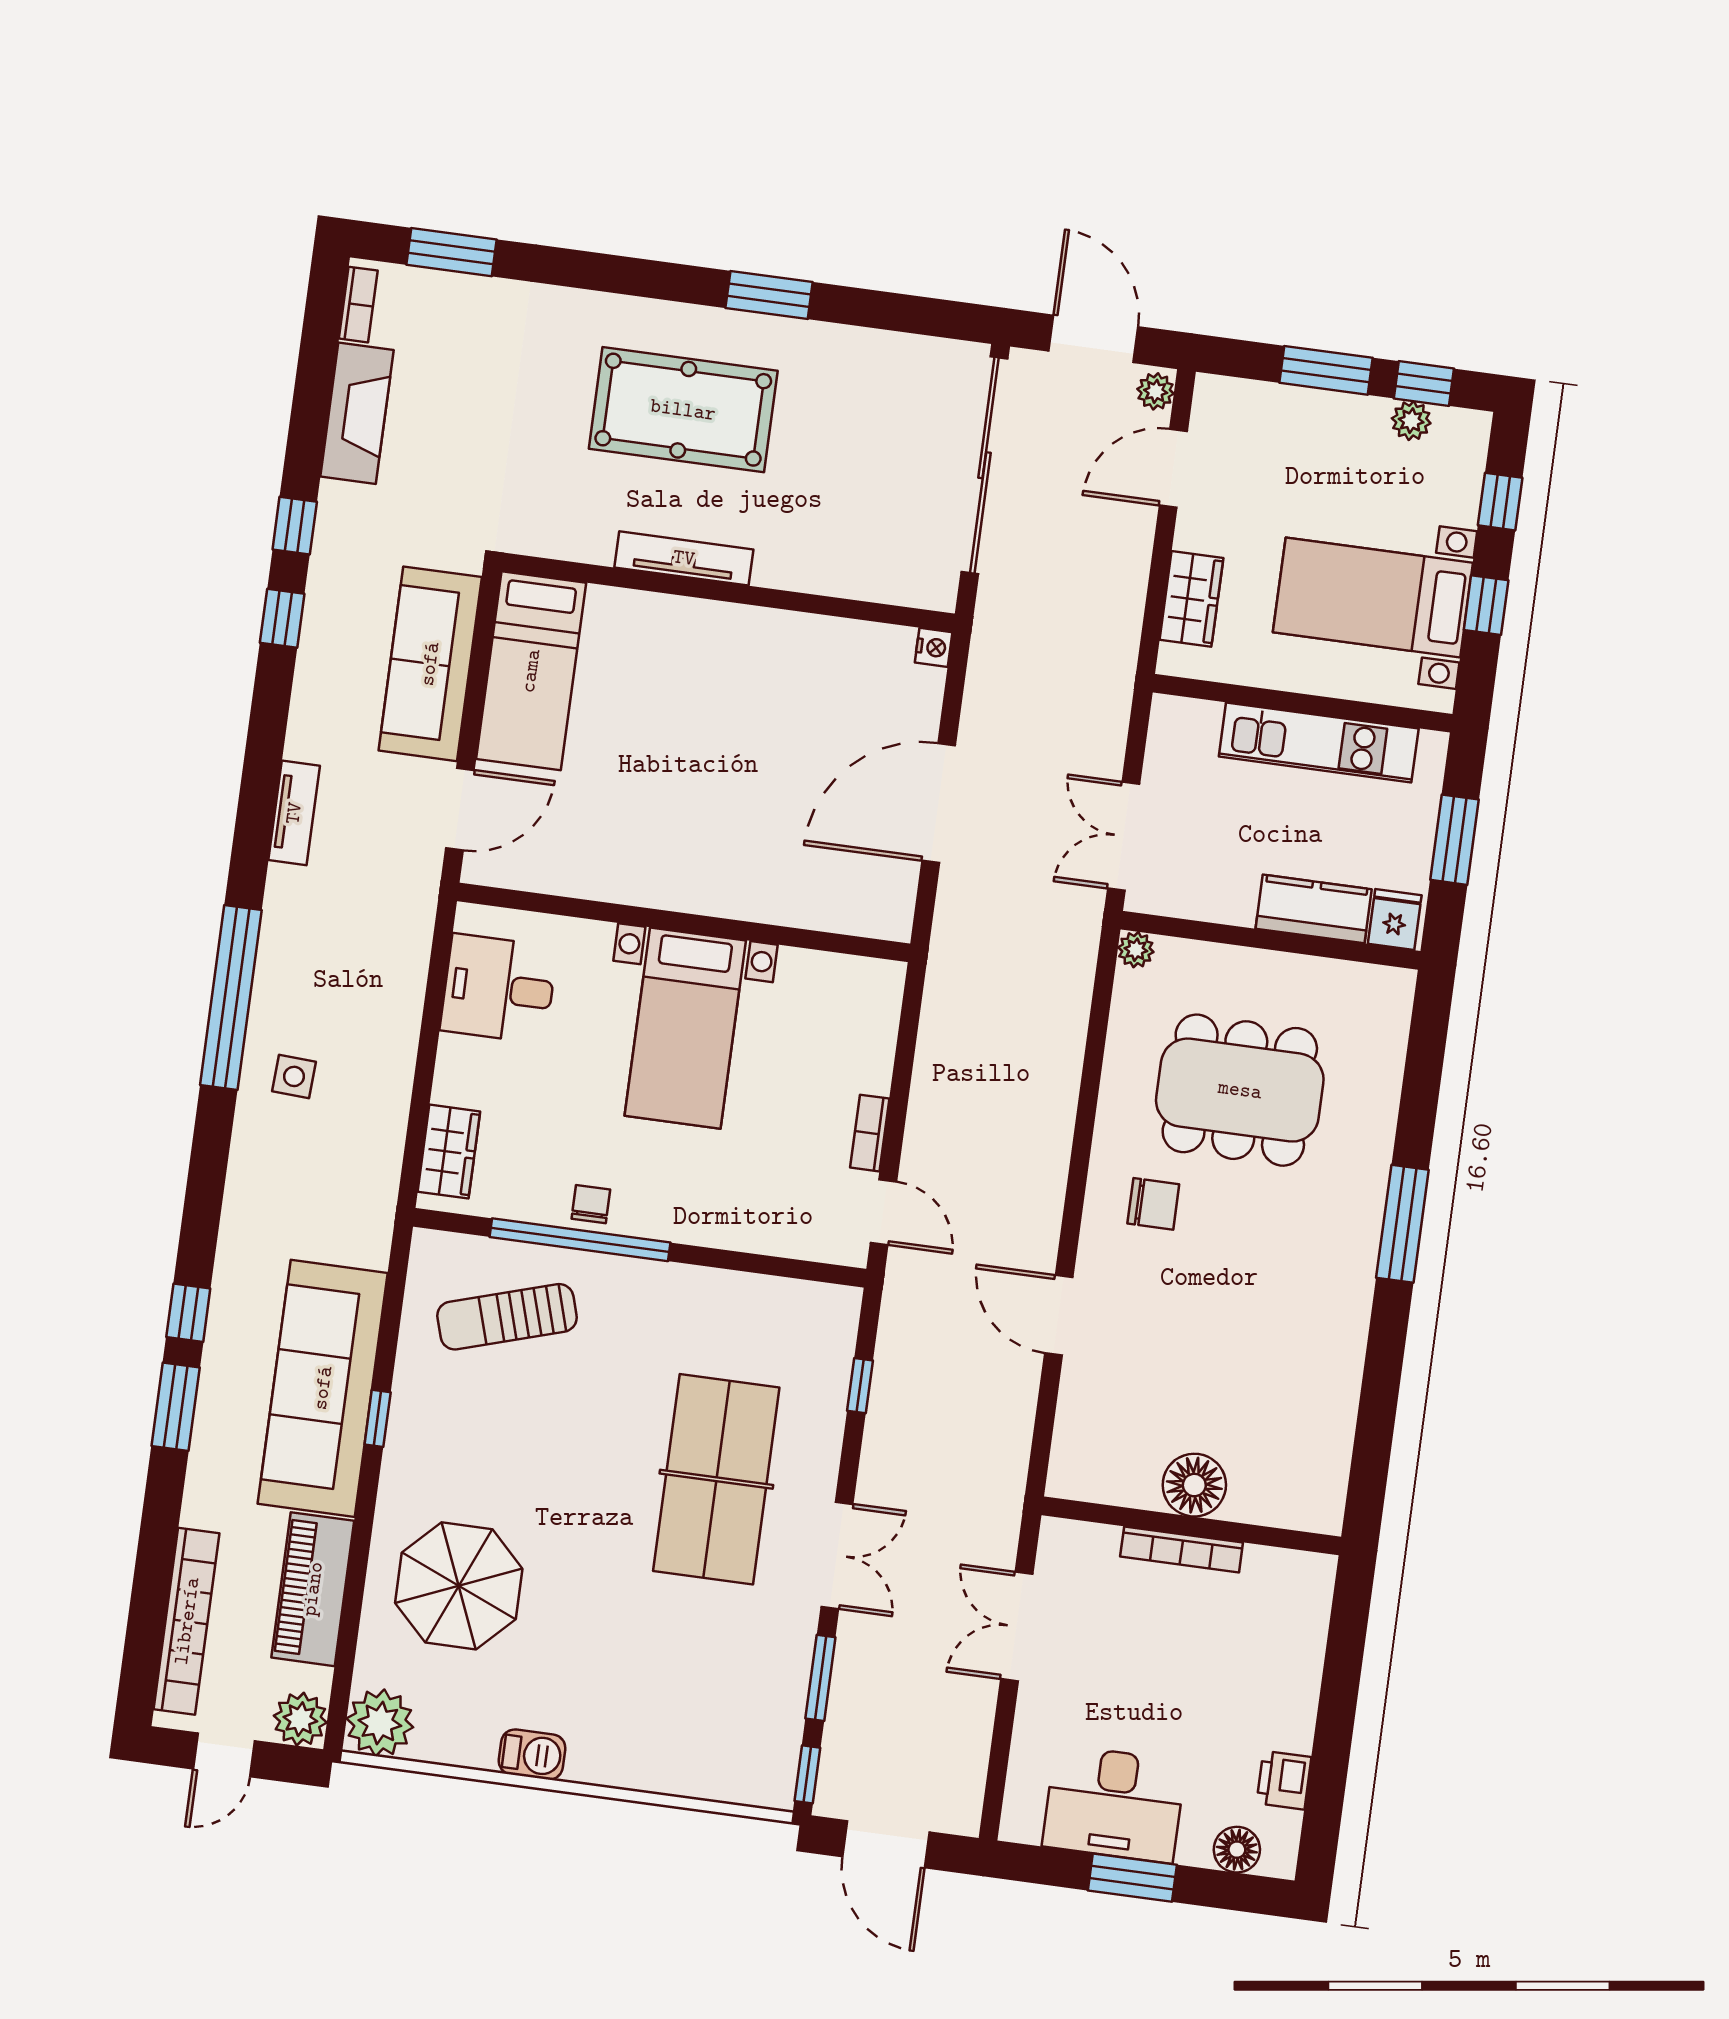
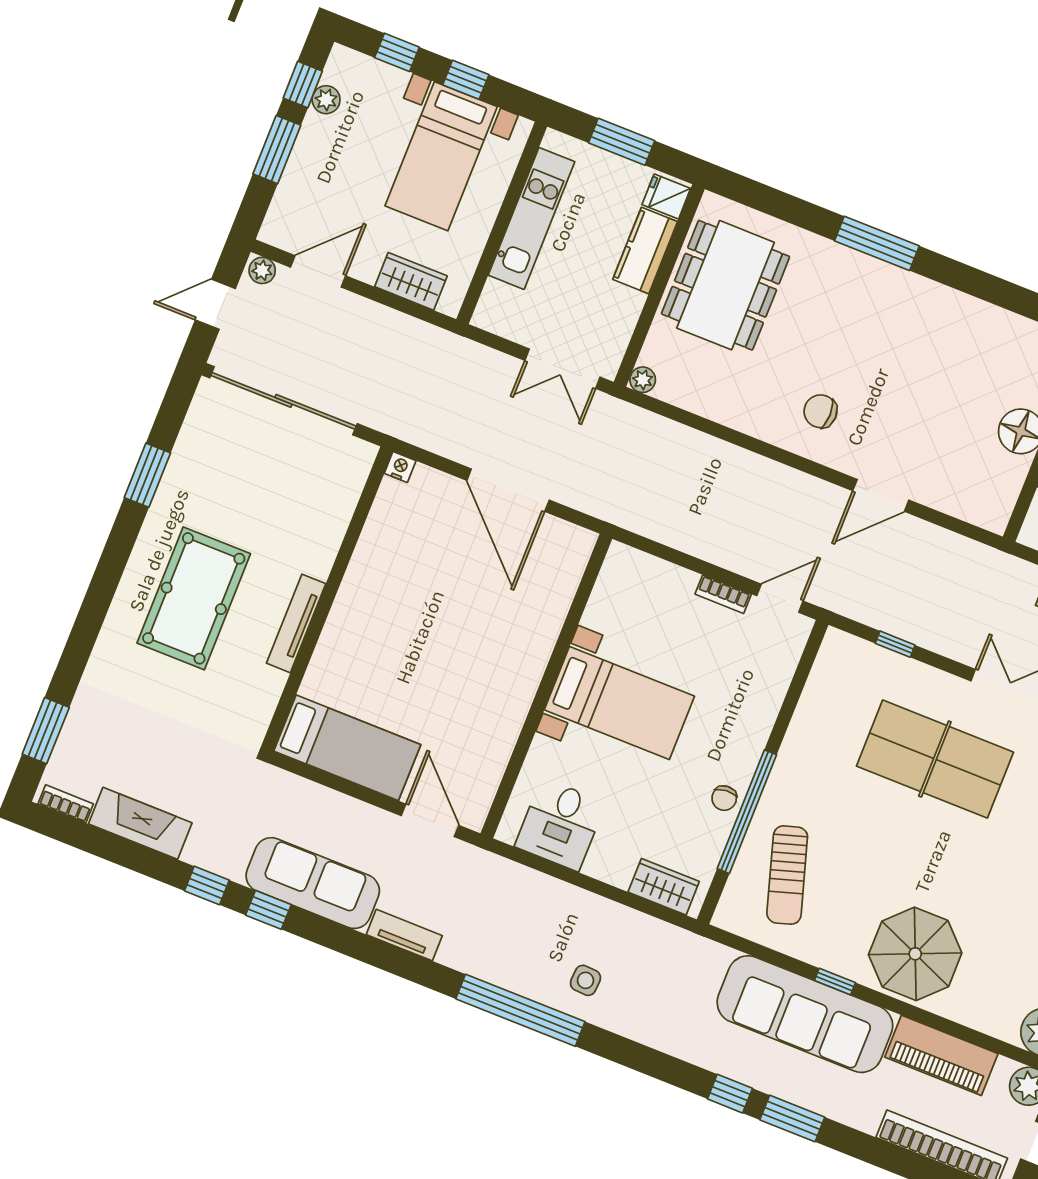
window: (769, 295) -> (147, 475), moved
door: (1093, 339) -> (215, 304), width x0.73
door: (1173, 468) -> (318, 271), swing flipped
sofa: (430, 664) -> (313, 883), moved, turned 180
dining table: (1240, 1090) -> (726, 285), moved
chair: (591, 1204) -> (724, 798), turned -94
chair: (1153, 1204) -> (820, 411), turned -90
parasol: (459, 1586) -> (915, 954), moved

